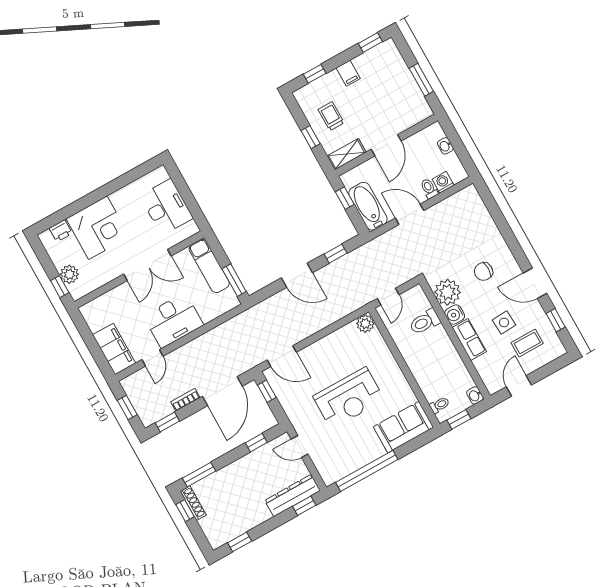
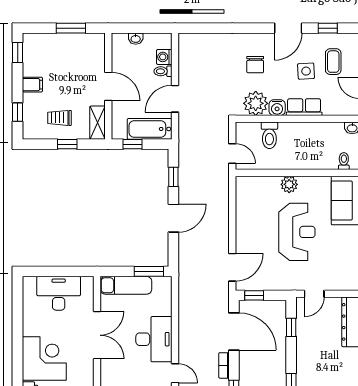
plant: (365, 324) -> (289, 184), moved

